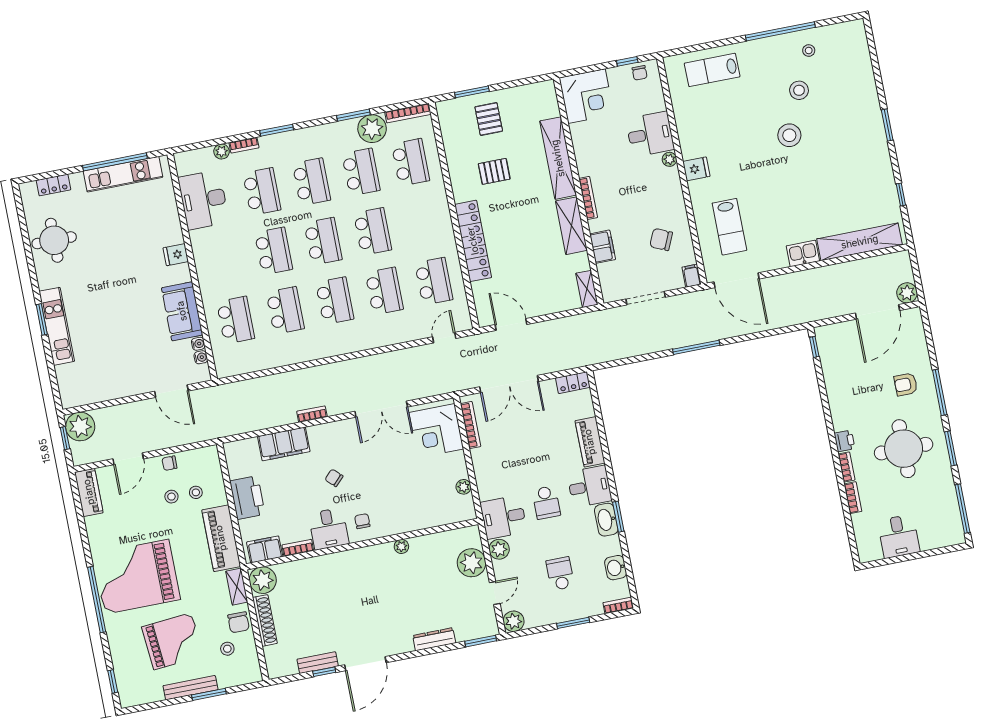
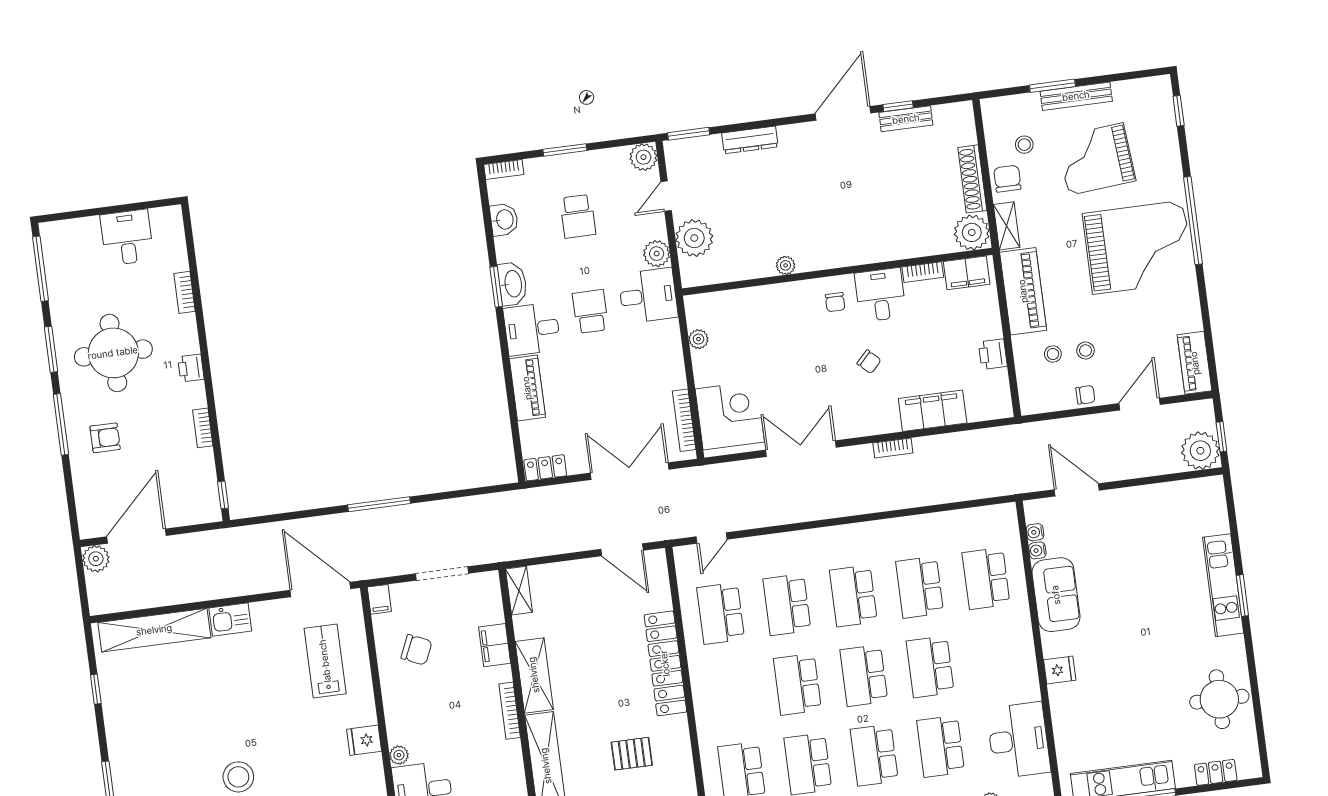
bookcase: (847, 467) -> (203, 428), moved
printer: (247, 498) -> (993, 354), width x0.53, depth x0.68

